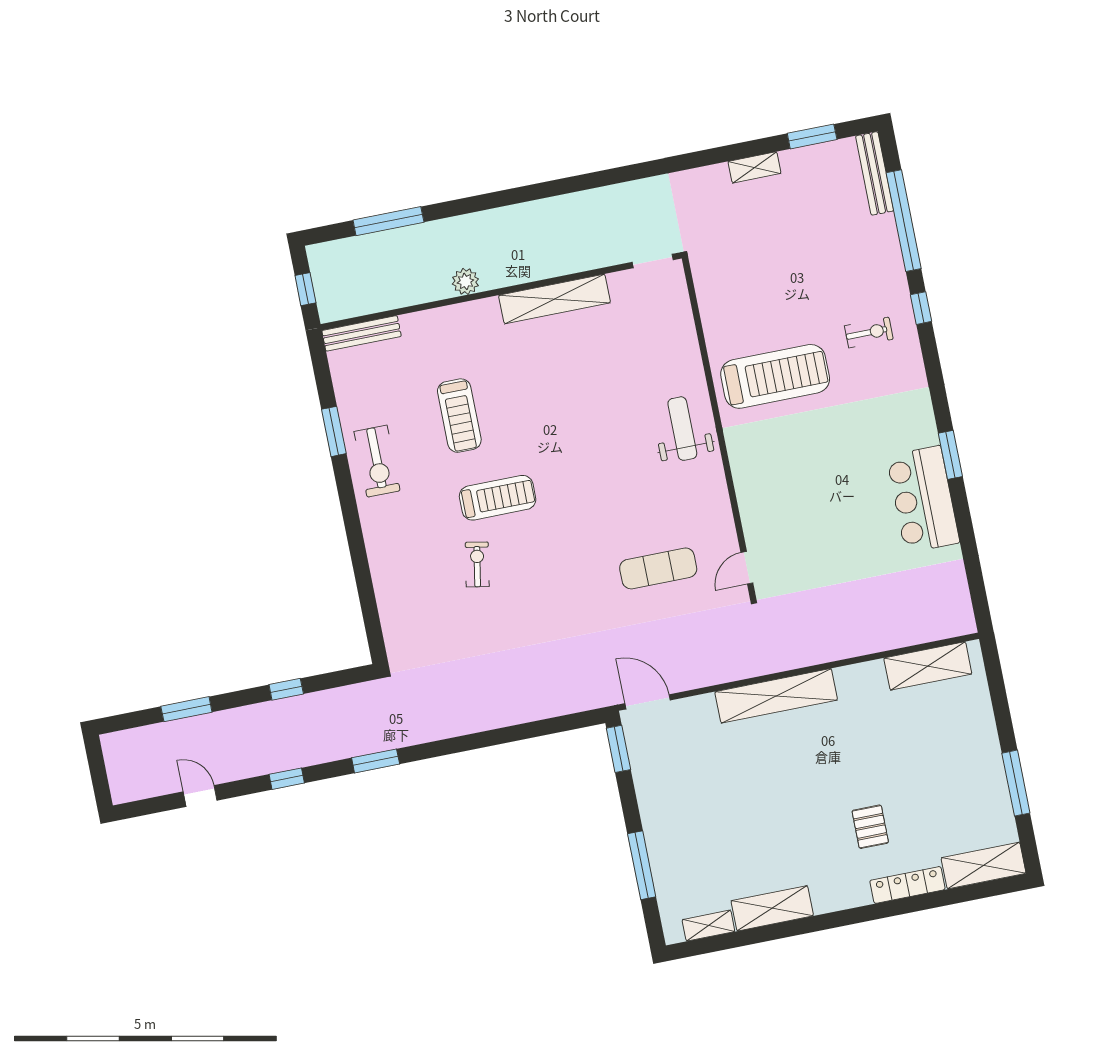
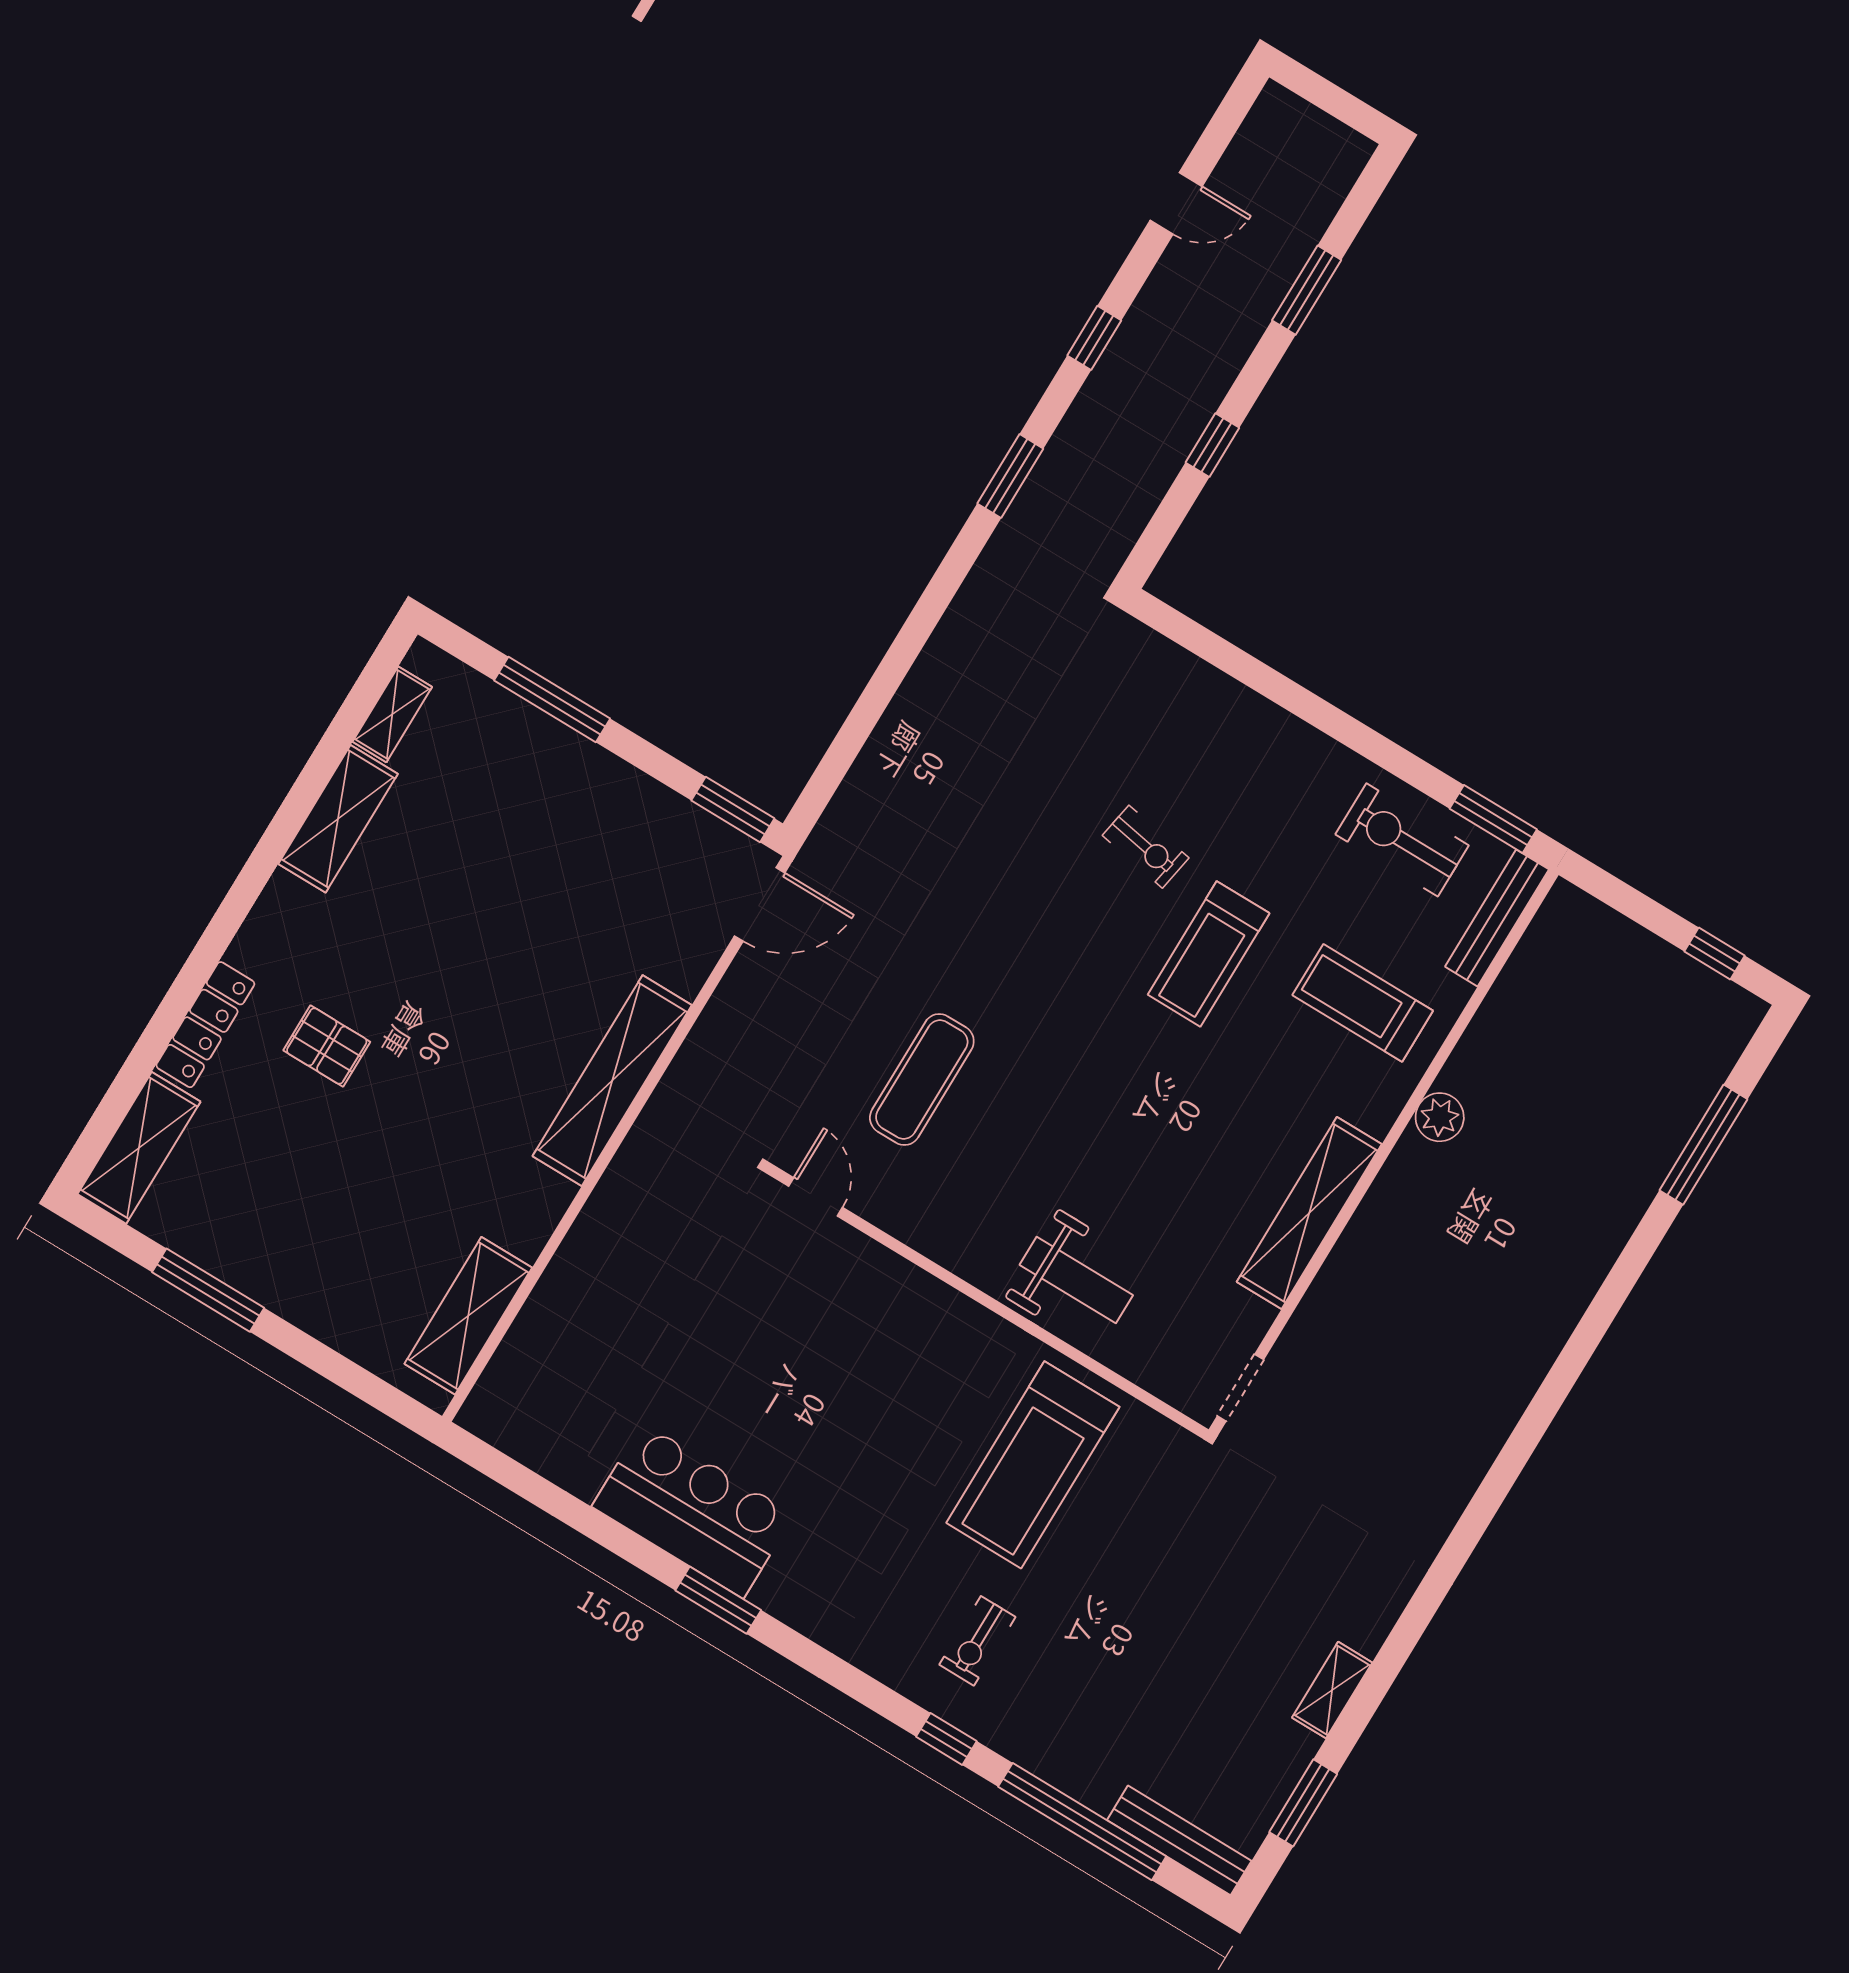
doorway: (653, 261) -> (1240, 1388), moved
plant: (465, 281) -> (1440, 1117), moved
wall: (501, 291) -> (1384, 1152), moved
shelving: (555, 299) -> (1309, 1213), moved
bench: (362, 333) -> (1497, 918), moved

